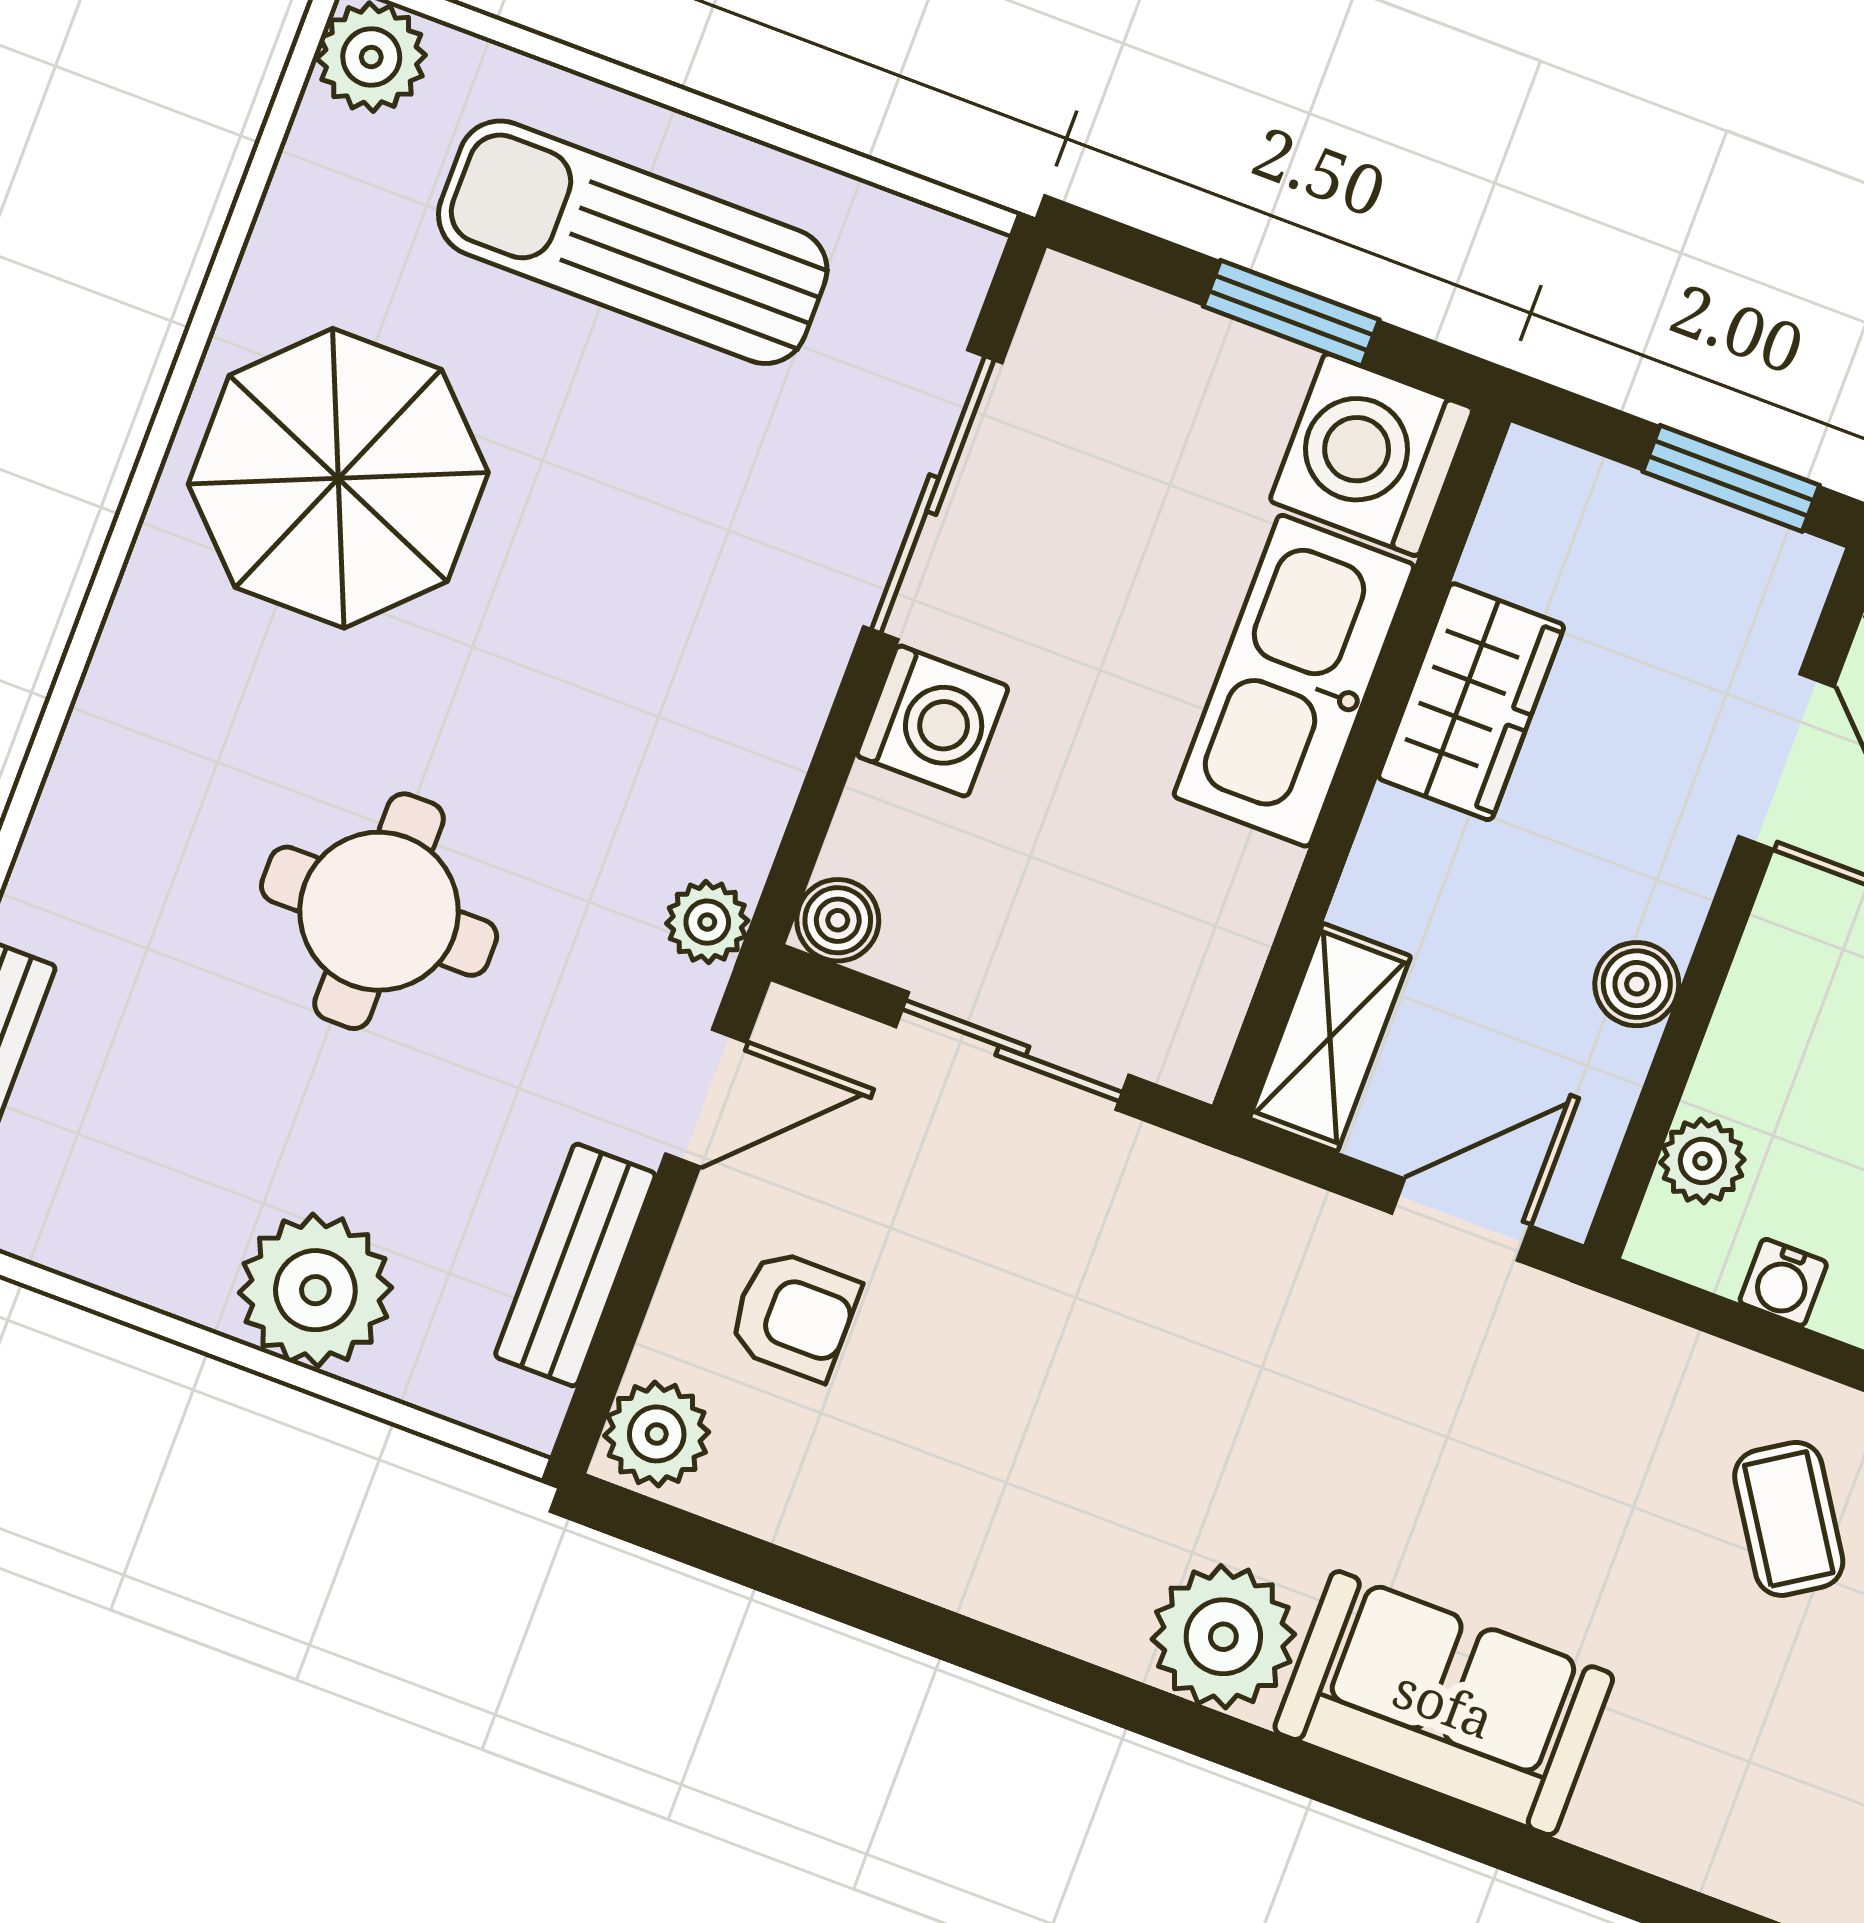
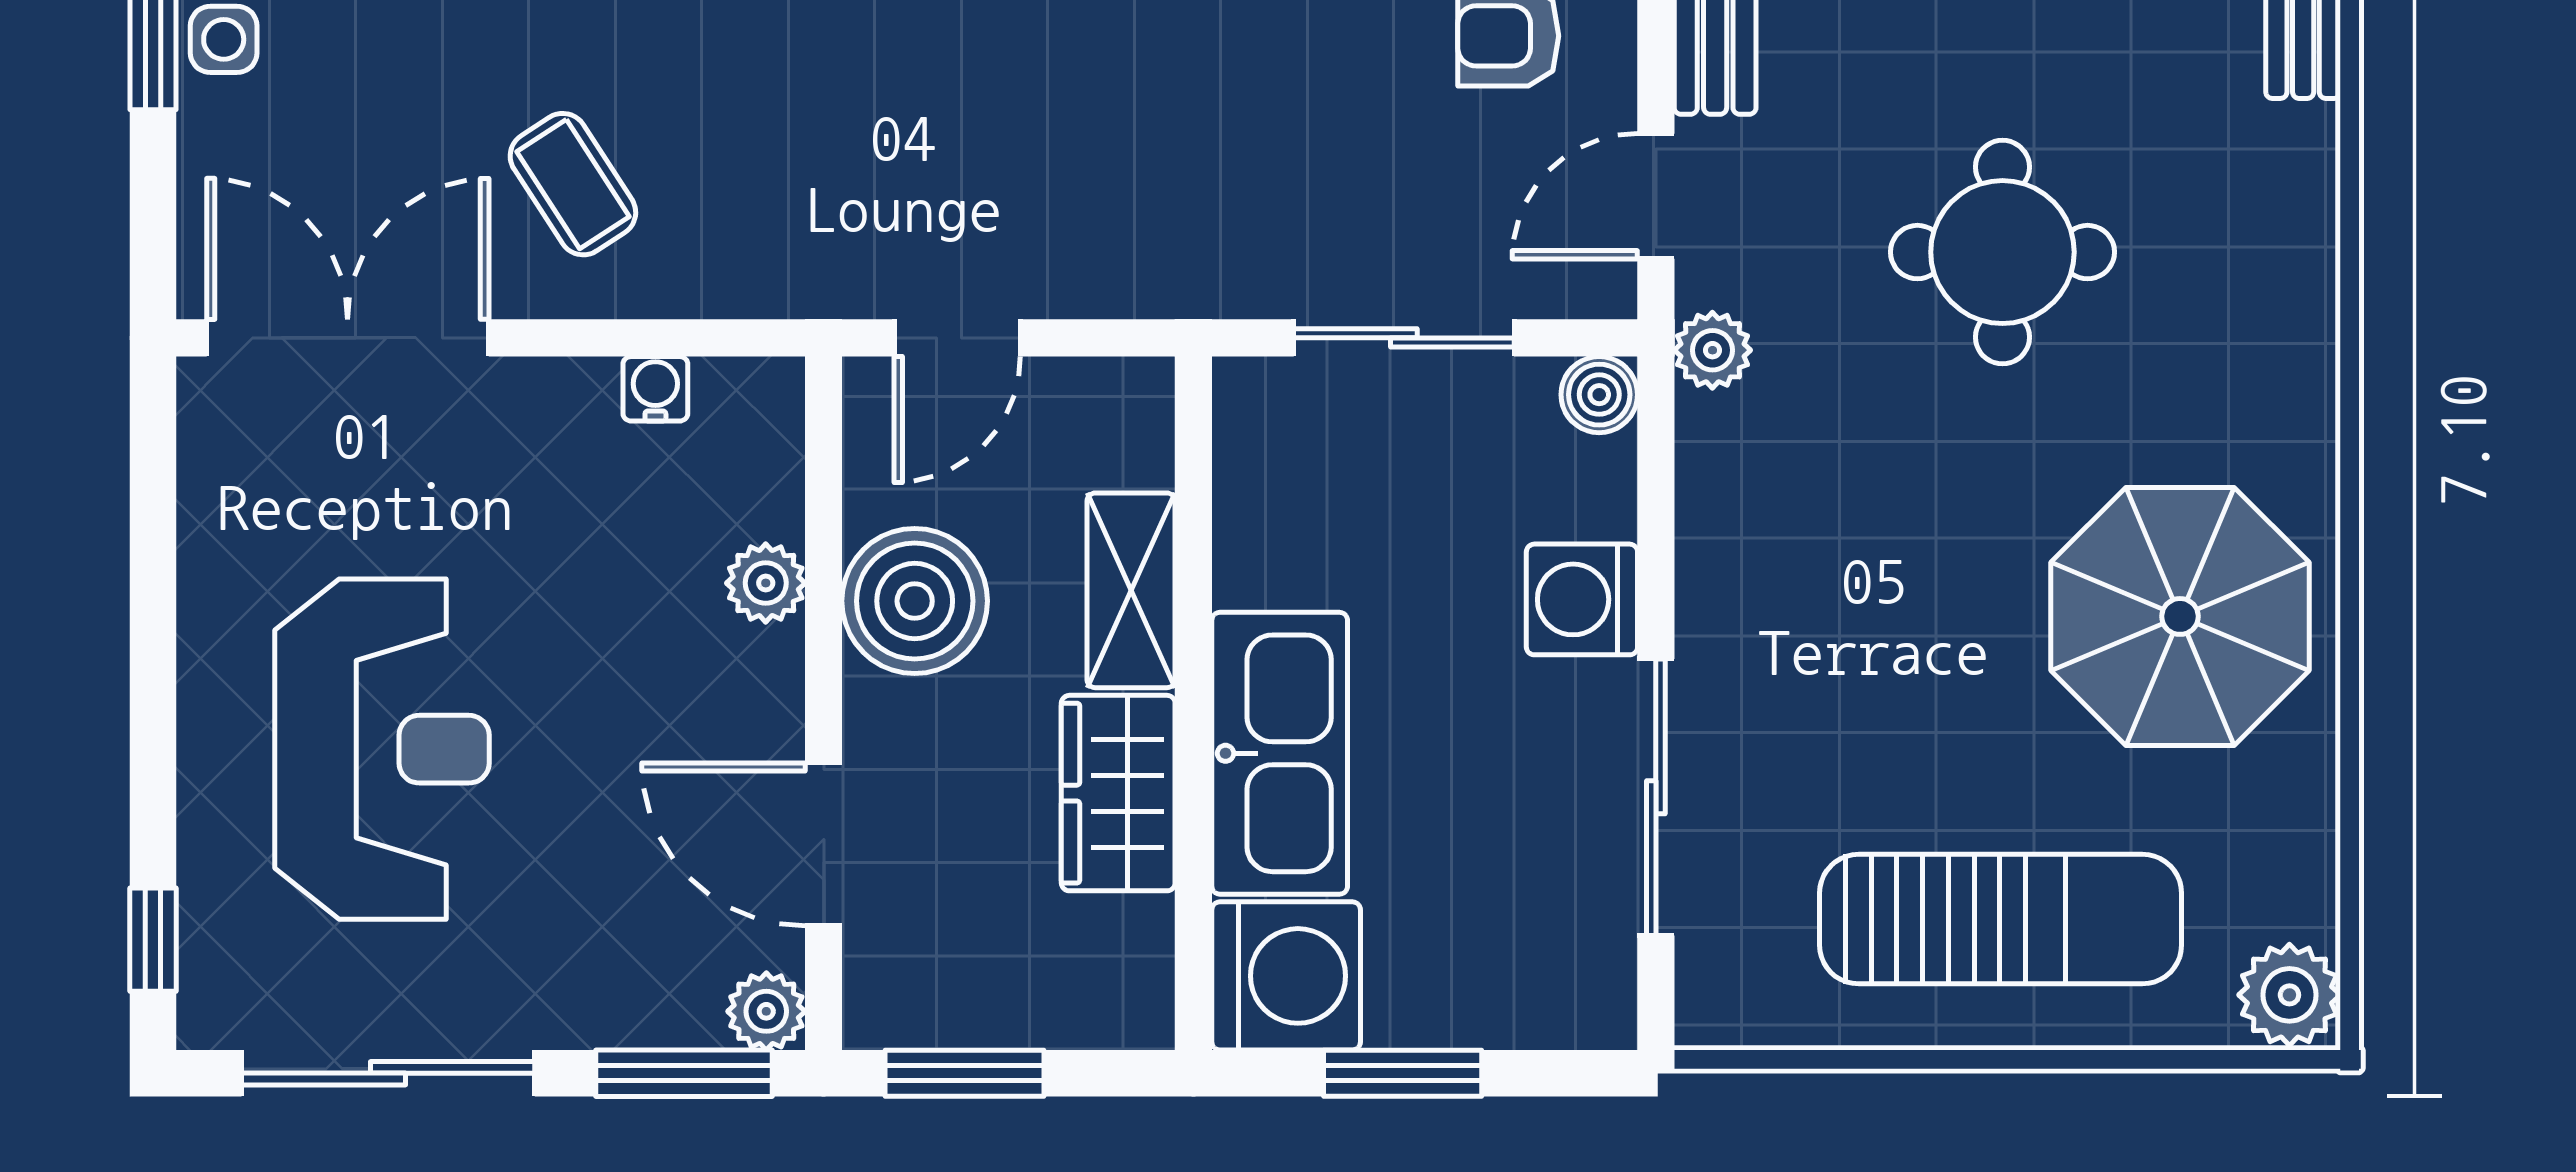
boiler: (1637, 984) -> (915, 601), width x1.86, depth x1.86
shelving: (1330, 1037) -> (1131, 590), moved
plant: (1702, 1161) -> (766, 583), moved

